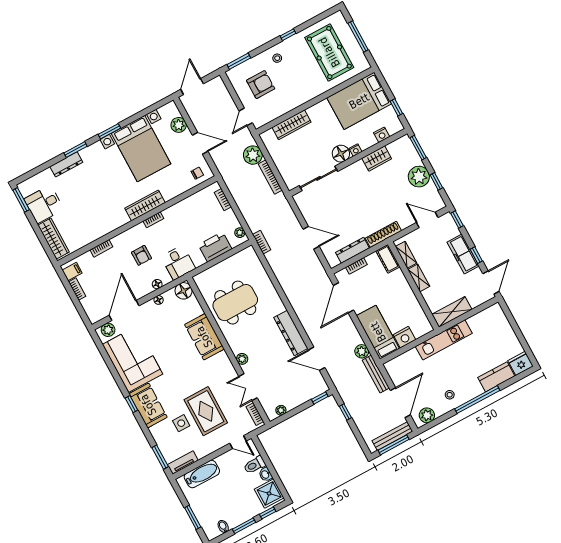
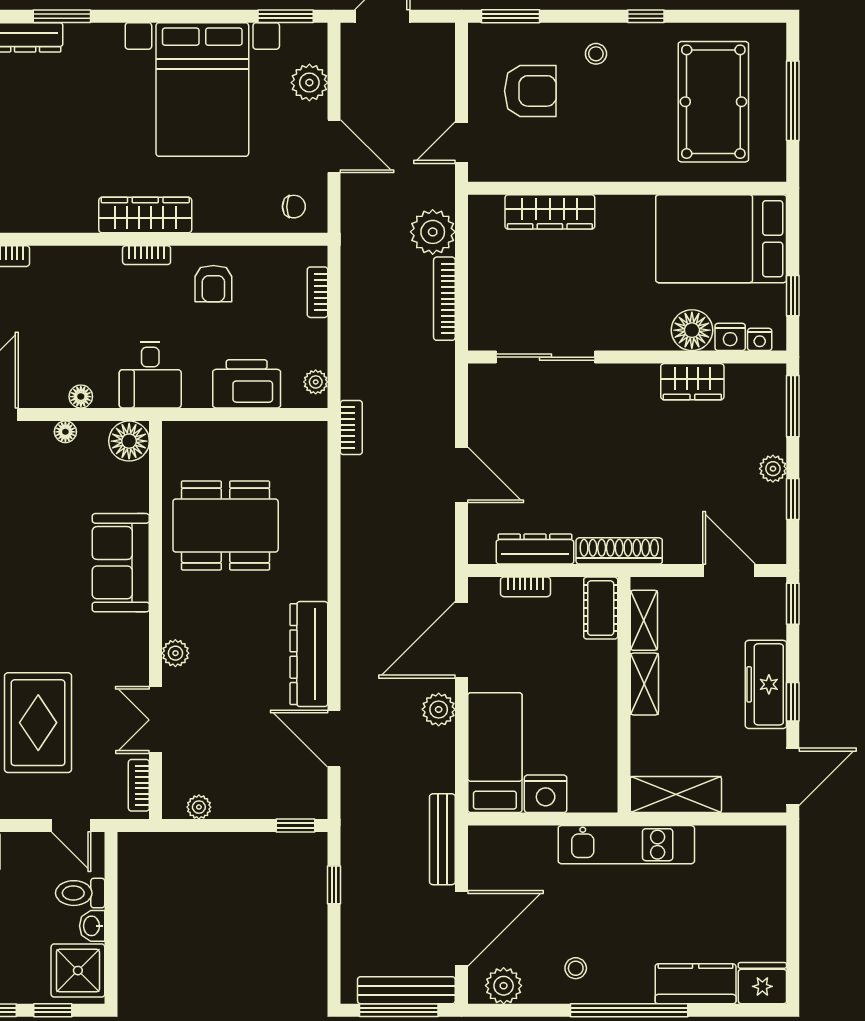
window: (109, 131) -> (286, 16), moved
nightstand: (355, 150) -> (760, 339), moved
floor lamp: (341, 154) -> (692, 330), moved
plant: (419, 177) -> (773, 469), width x0.53, depth x0.53
armchair: (141, 255) -> (213, 284), moved
plant: (362, 351) -> (439, 709), moved

